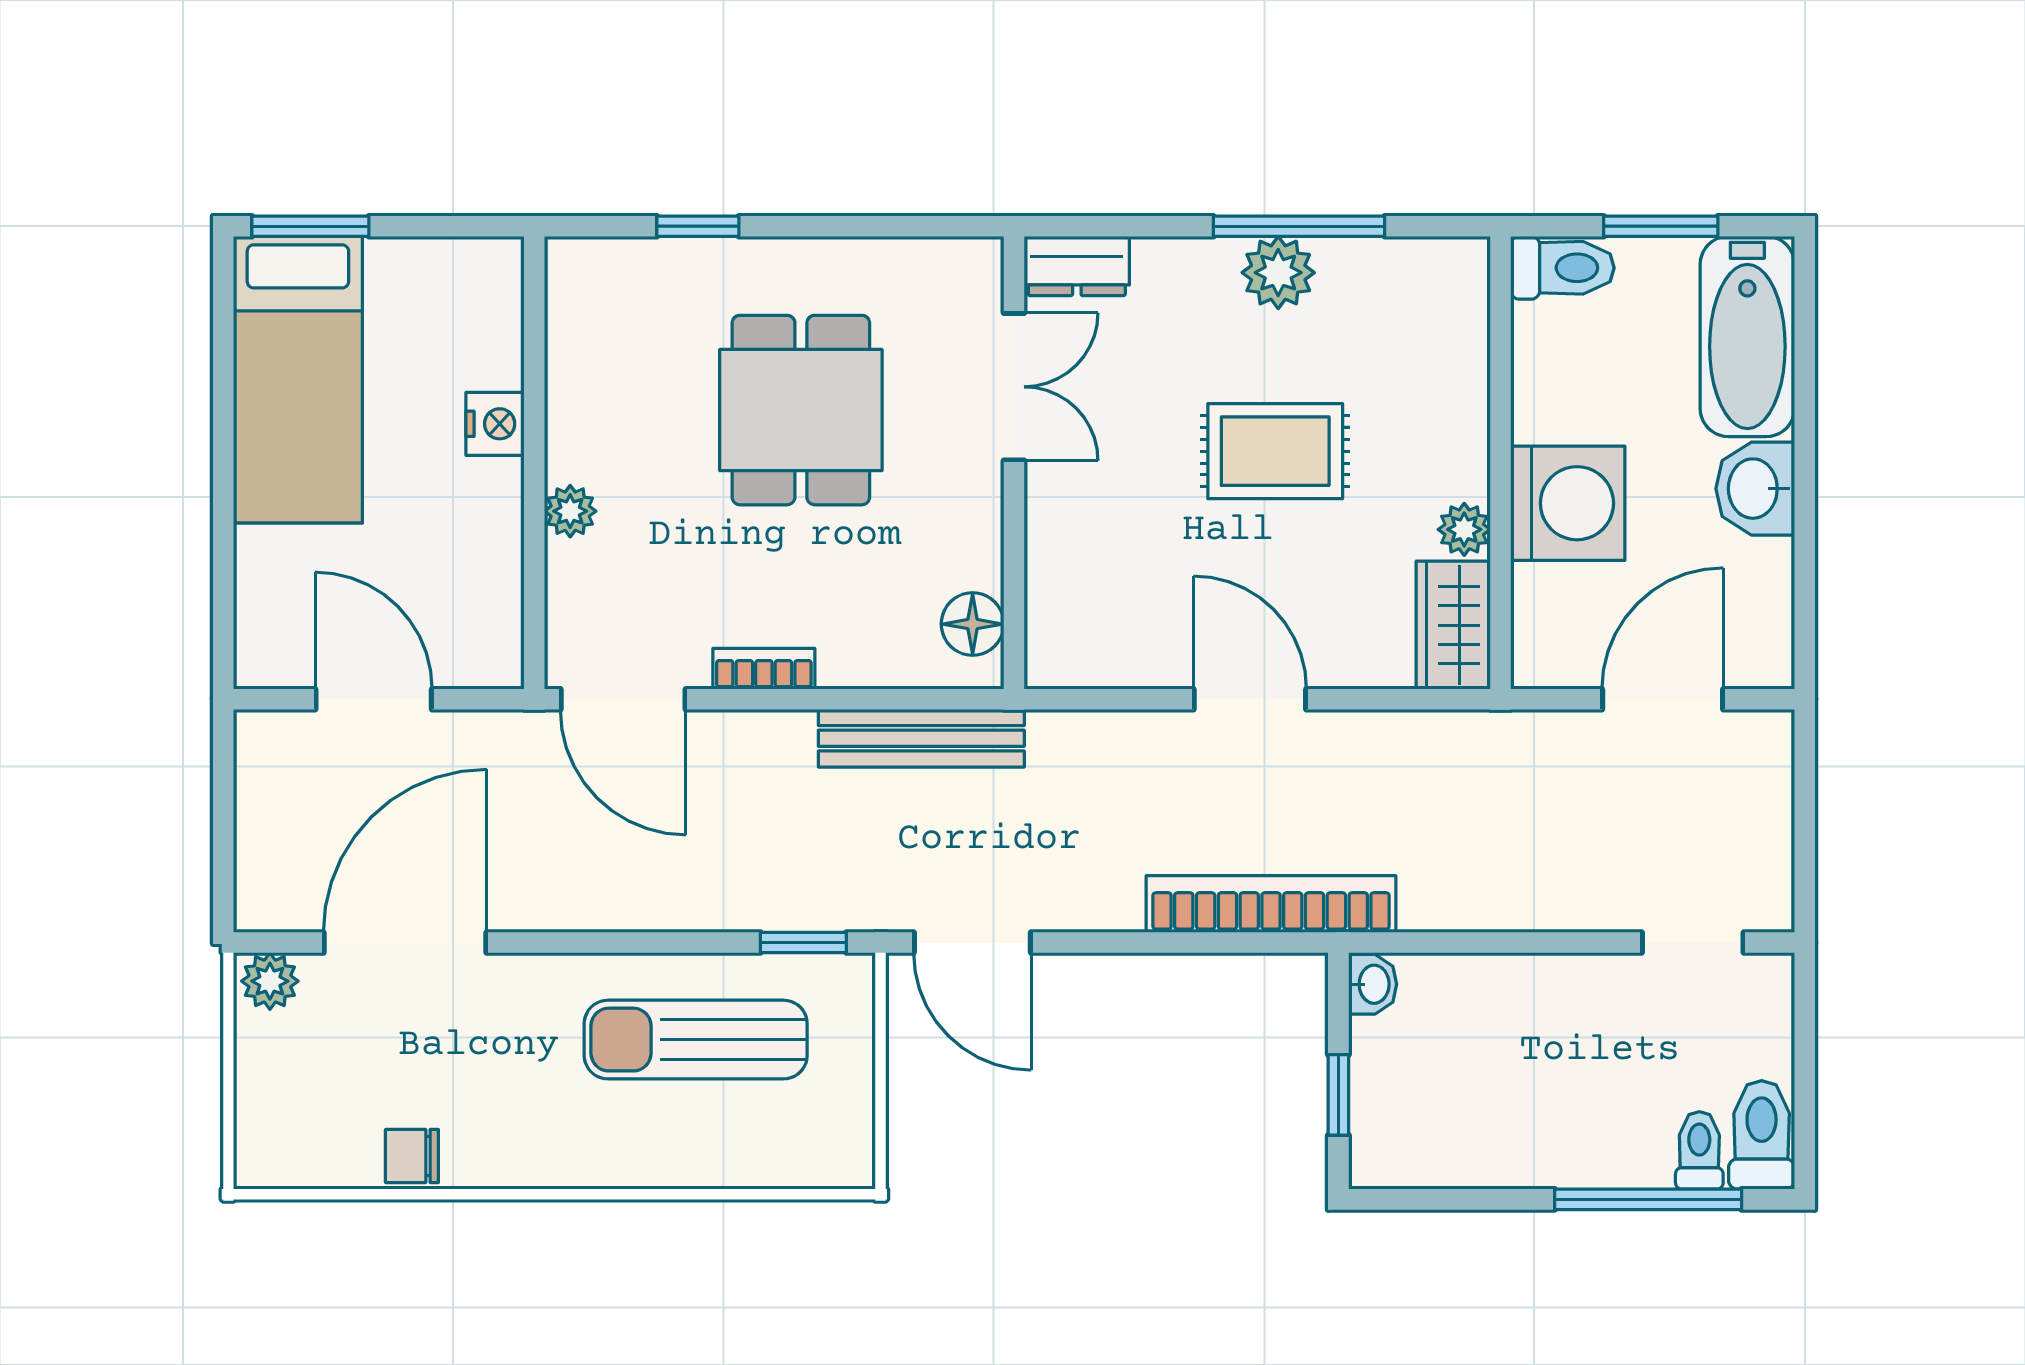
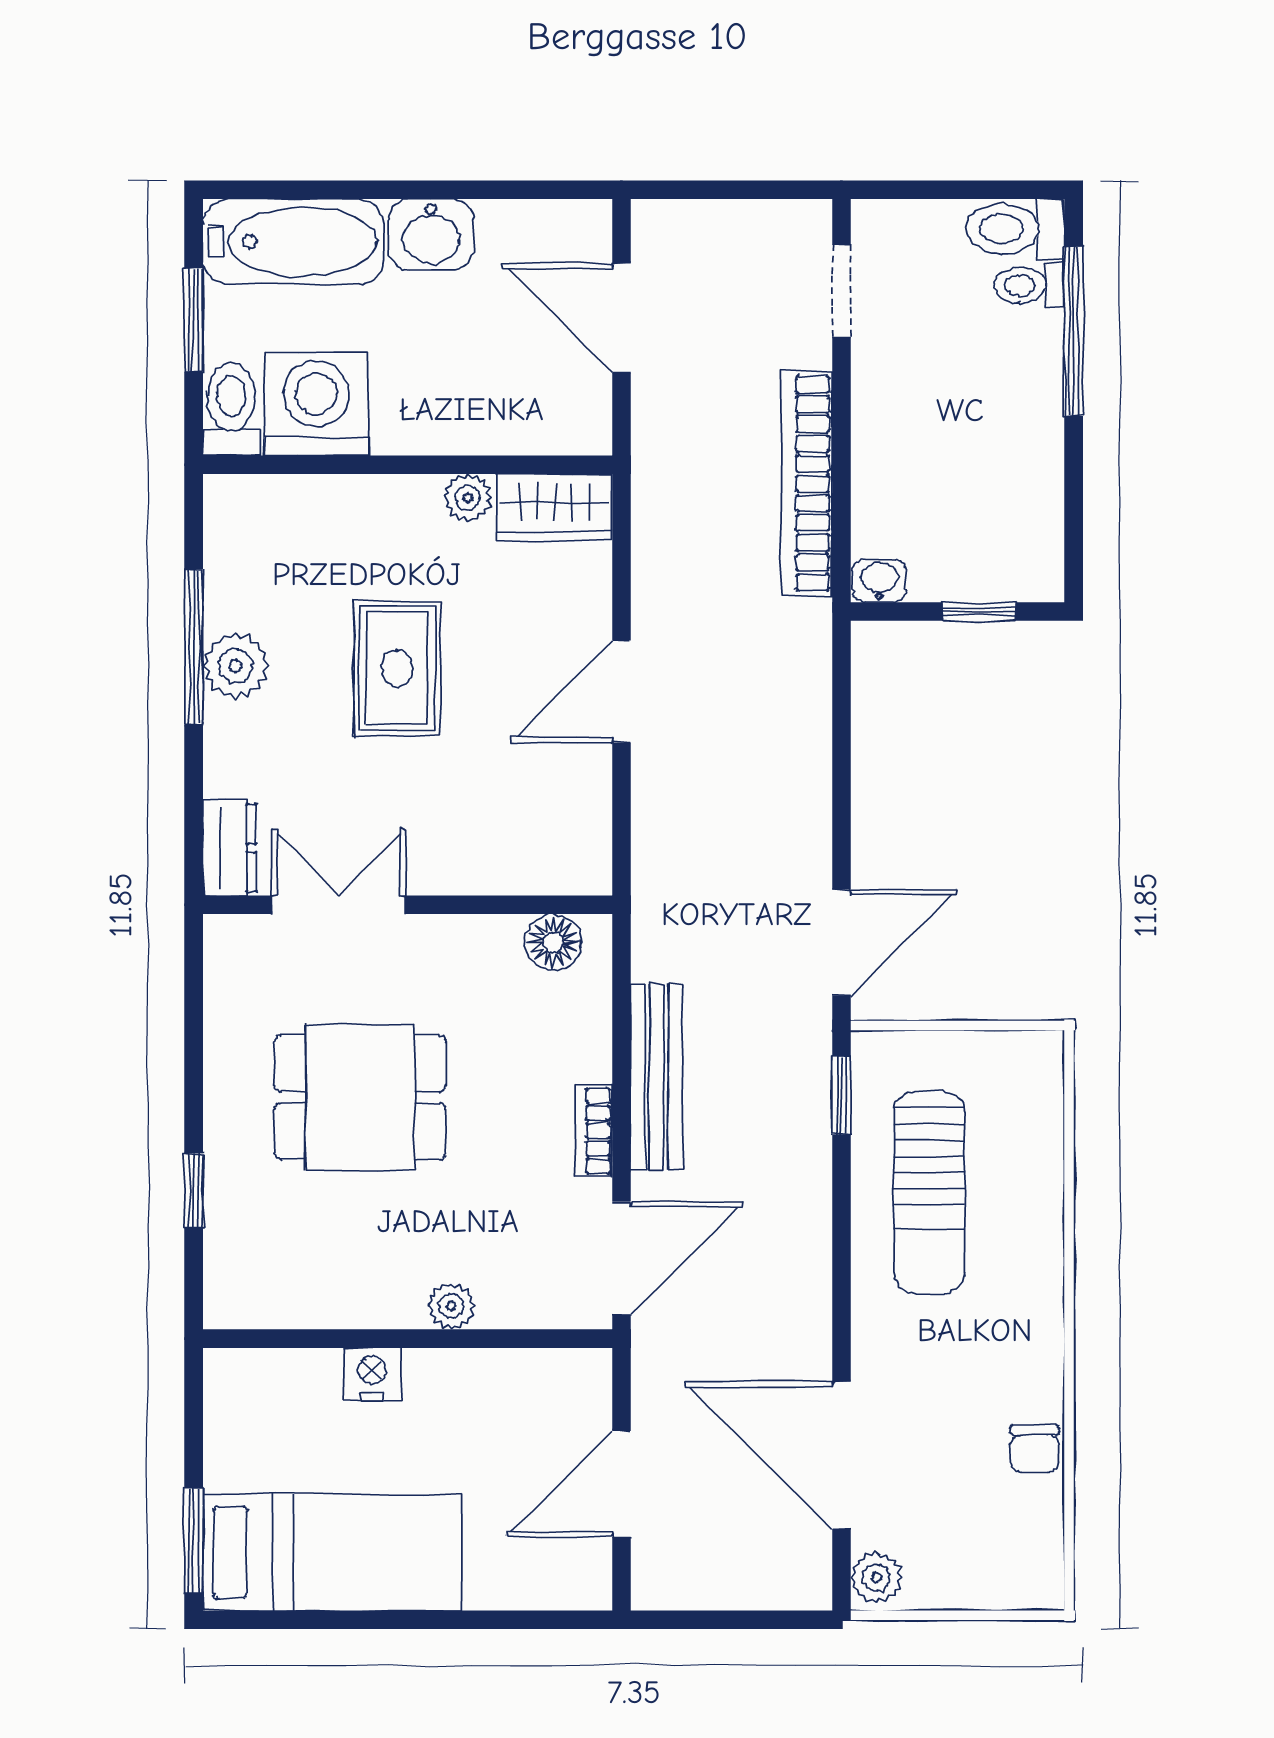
washing machine: (1568, 503) -> (316, 404), moved
bench: (921, 738) -> (657, 1077), moved
bookcase: (1271, 904) -> (807, 483), moved

